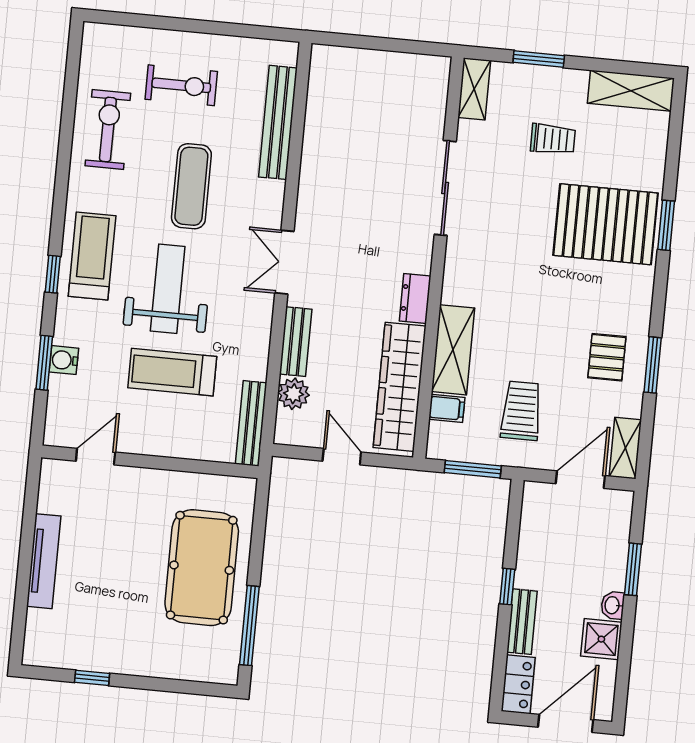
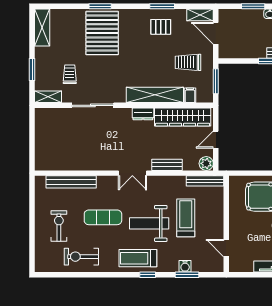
trolley: (553, 139) -> (70, 74), moved
shelving: (453, 350) -> (155, 95), width x1.47
treadmill: (172, 372) -> (186, 218), turned 180
plant: (294, 394) -> (206, 163), moved

